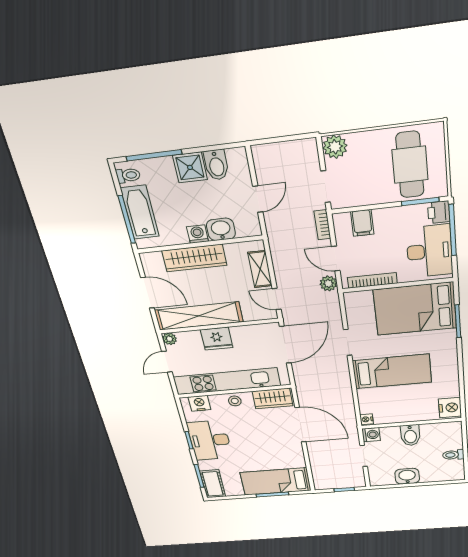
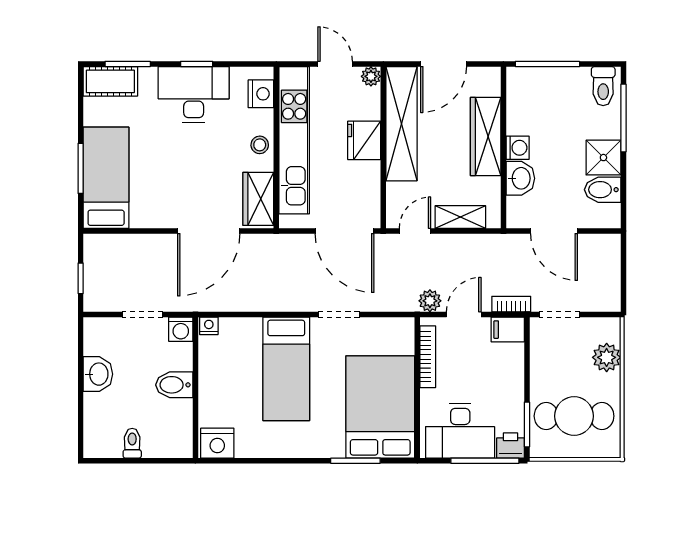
plant: (335, 147) -> (607, 357), moved
toilet: (128, 175) -> (603, 86), width x1.37, depth x1.39
door: (258, 199) -> (554, 231), width x1.38
bathtub: (140, 212) -> (555, 83), removed
filing cabinet: (362, 223) -> (508, 330), moved

